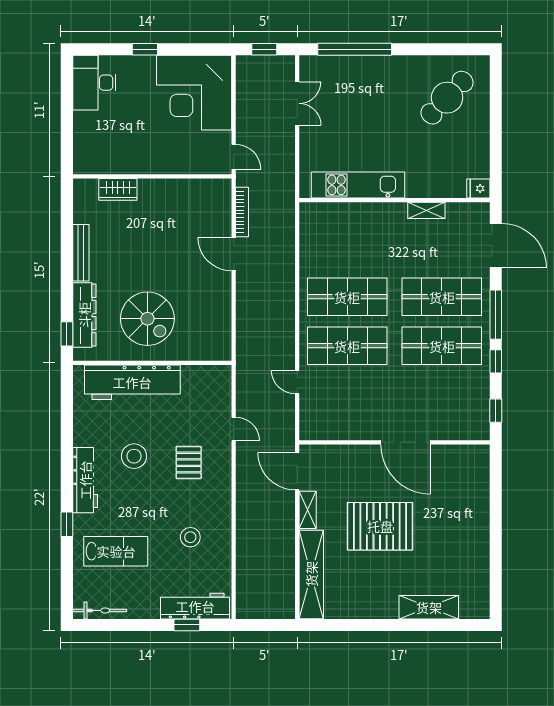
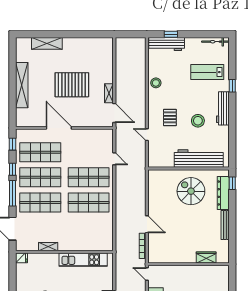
shop shelf: (442, 395) -> (40, 152), added
stool: (190, 537) -> (156, 83), moved
shelving: (311, 574) -> (22, 85), moved

